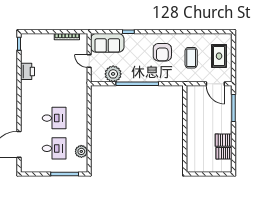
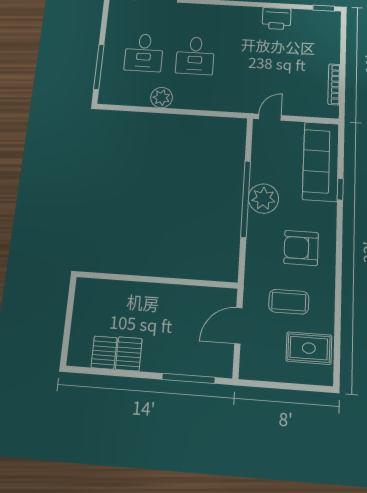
sofa: (107, 43) -> (321, 161), width x1.36
rug: (219, 56) -> (309, 348), moved
door: (89, 61) -> (270, 117), moved
plant: (113, 74) -> (263, 199), moved
door: (215, 84) -> (238, 326), moved
plant: (81, 151) -> (162, 98), moved

